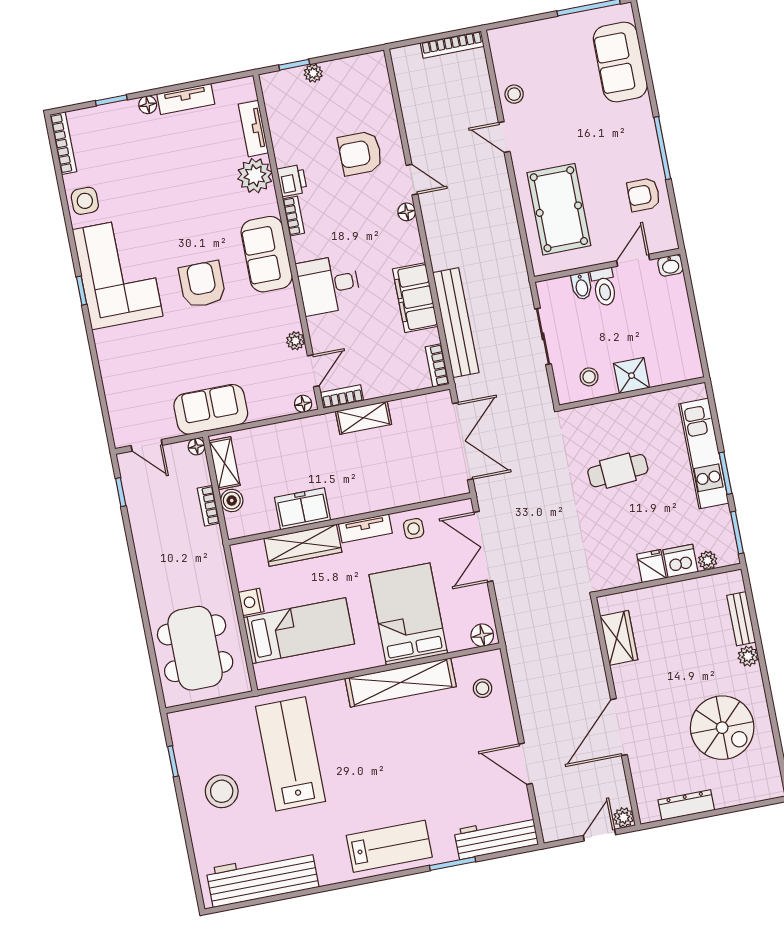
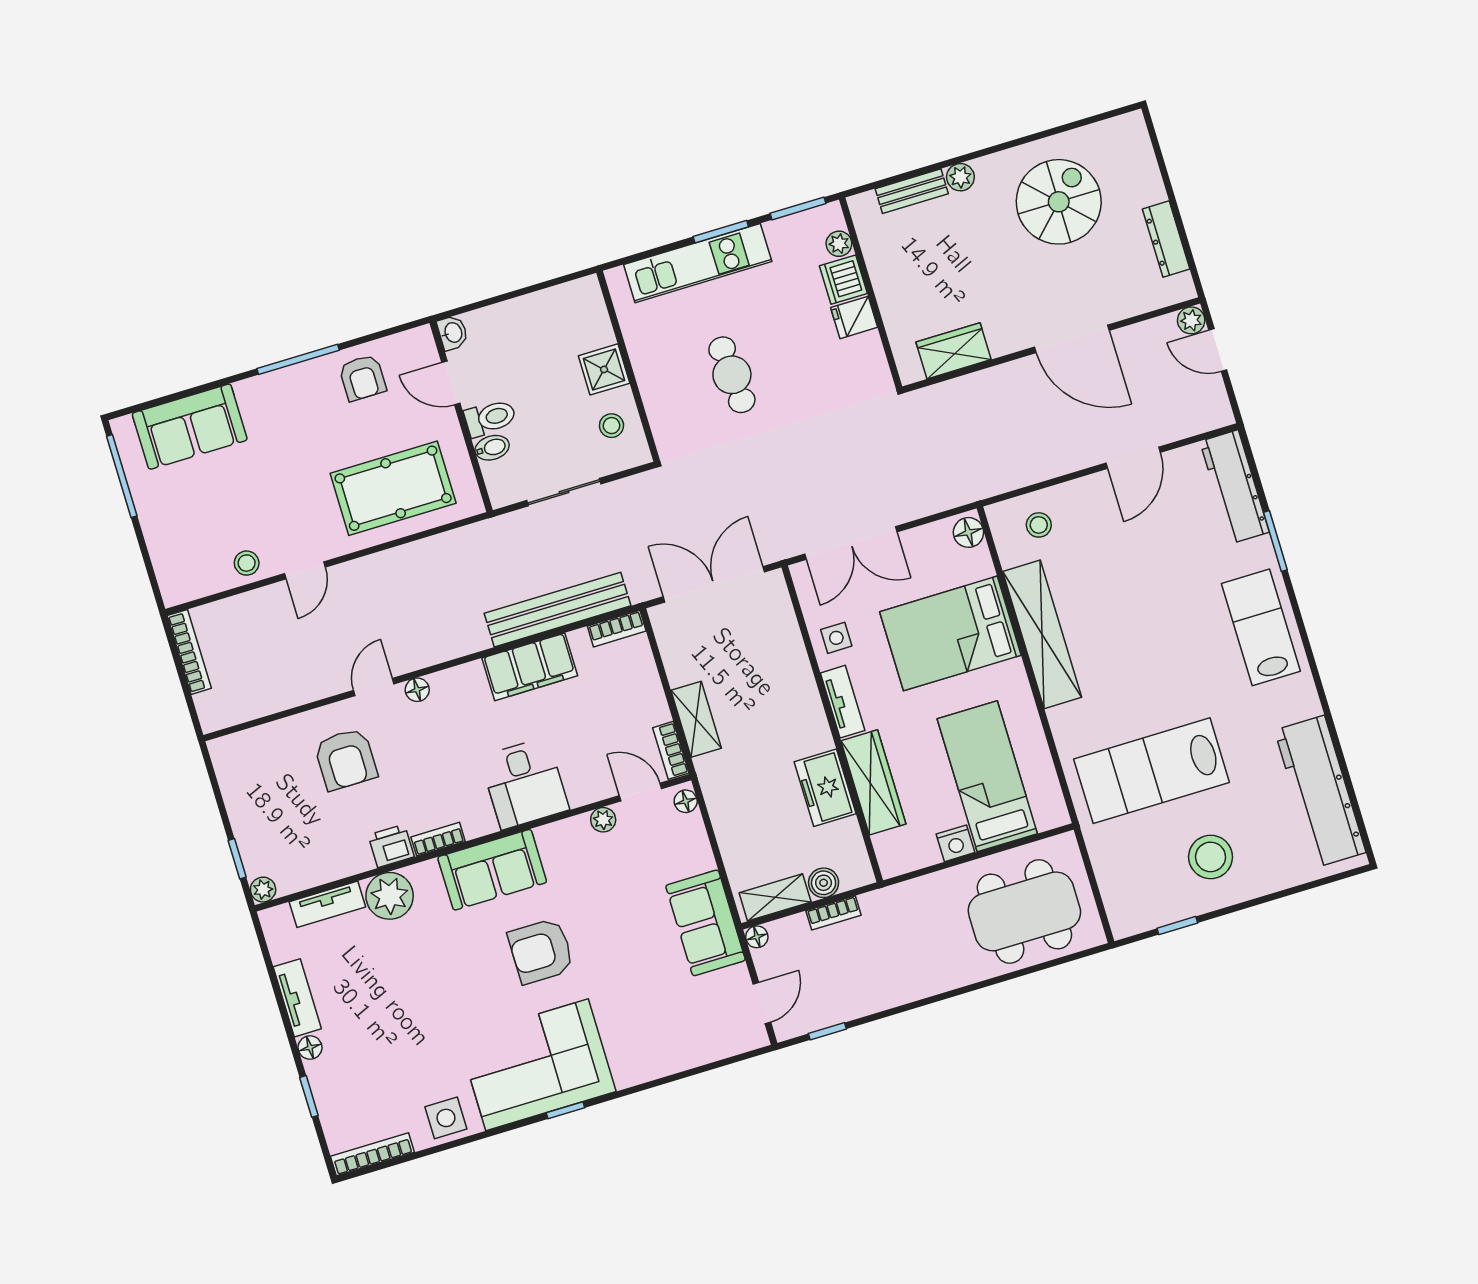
plant: (313, 73) -> (263, 890), moved

